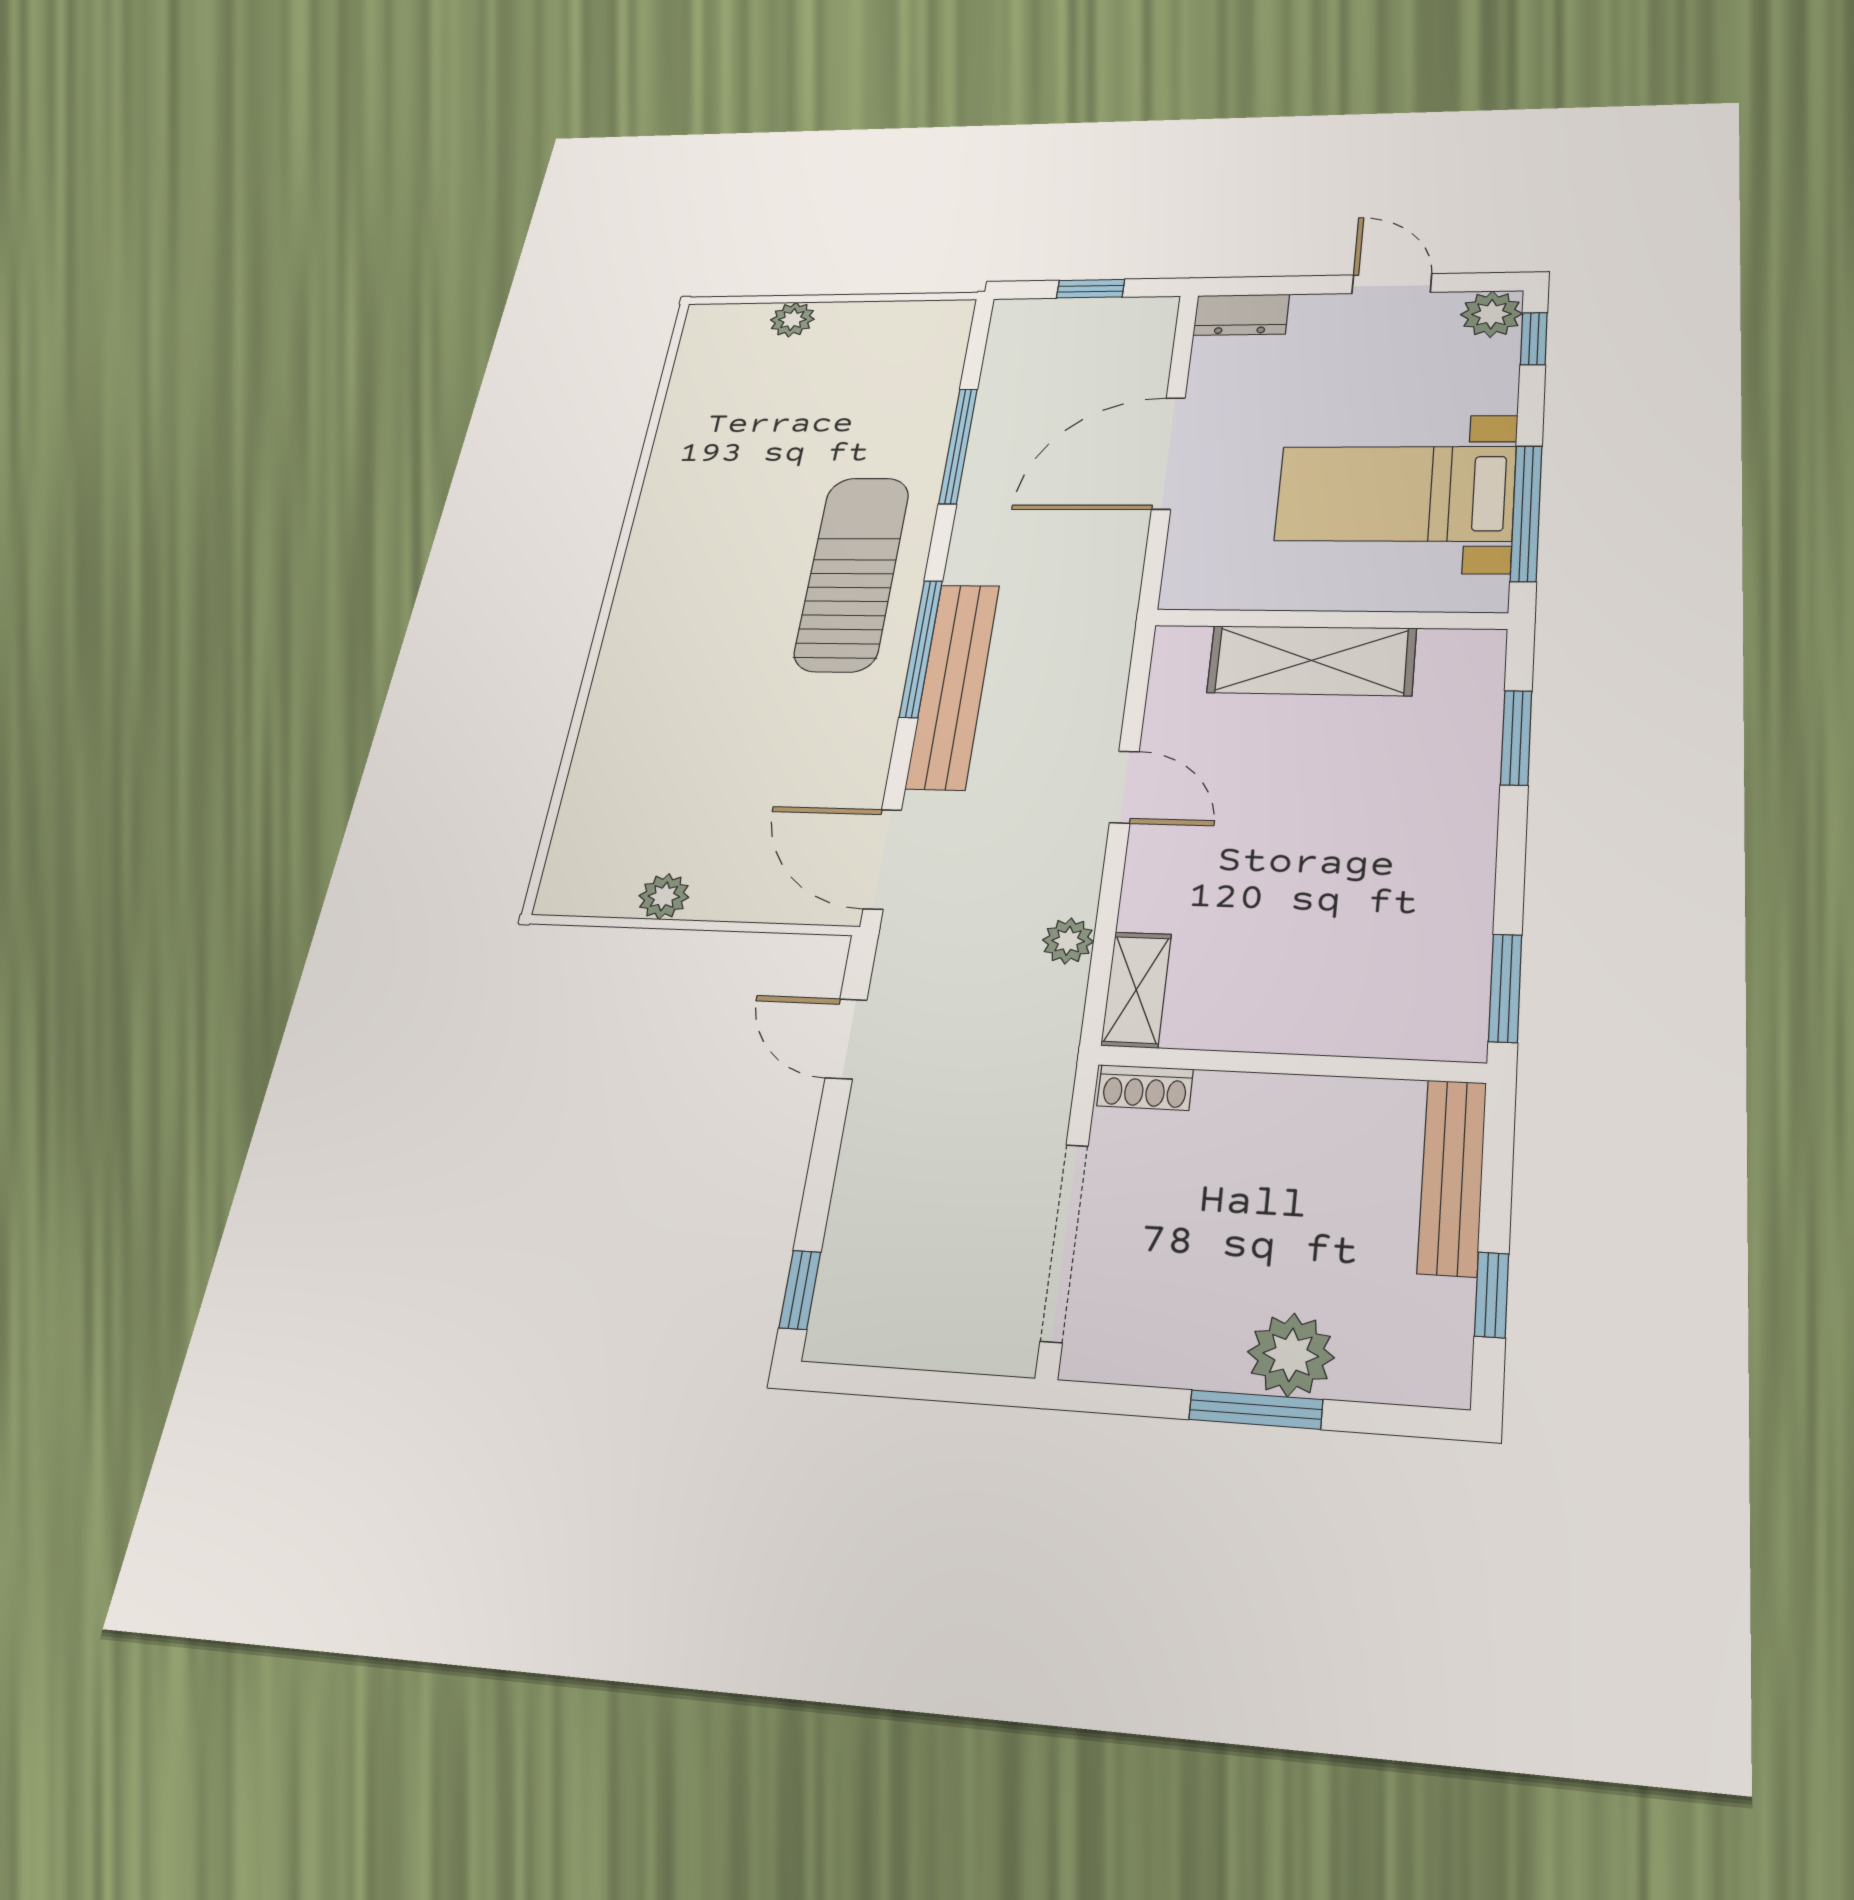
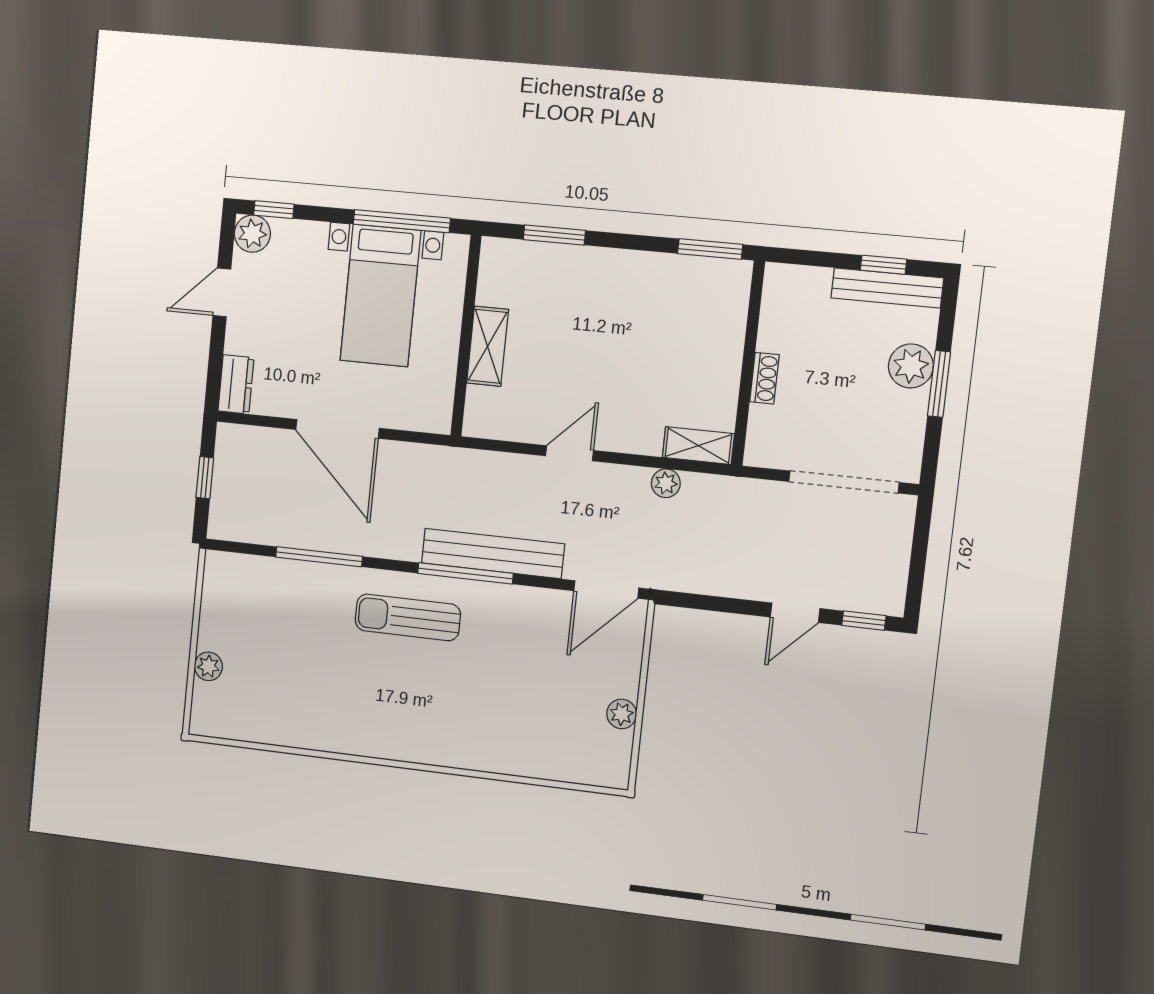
sun lounger: (852, 573) -> (408, 617), width x0.73, depth x0.75
shelving: (1312, 660) -> (488, 346), width x0.67, depth x0.75
door: (846, 1039) -> (795, 613), moved
shoe rack: (1145, 1088) -> (764, 378), moved
bench: (1452, 1177) -> (887, 288), moved

